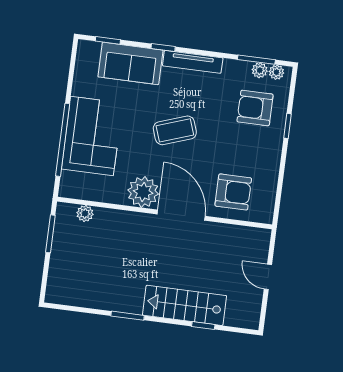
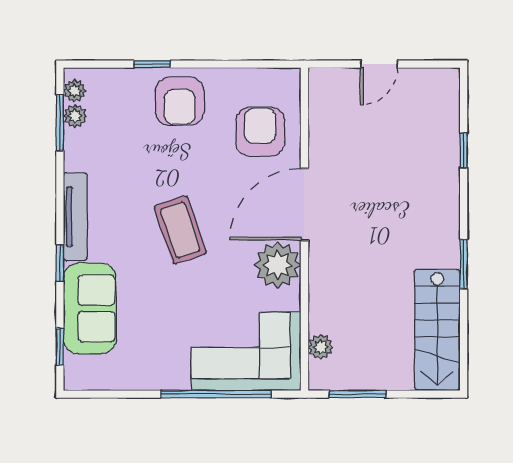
armchair: (255, 108) -> (180, 101), moved
corner sofa: (92, 136) -> (246, 352), moved
stairs: (185, 305) -> (437, 330), moved

